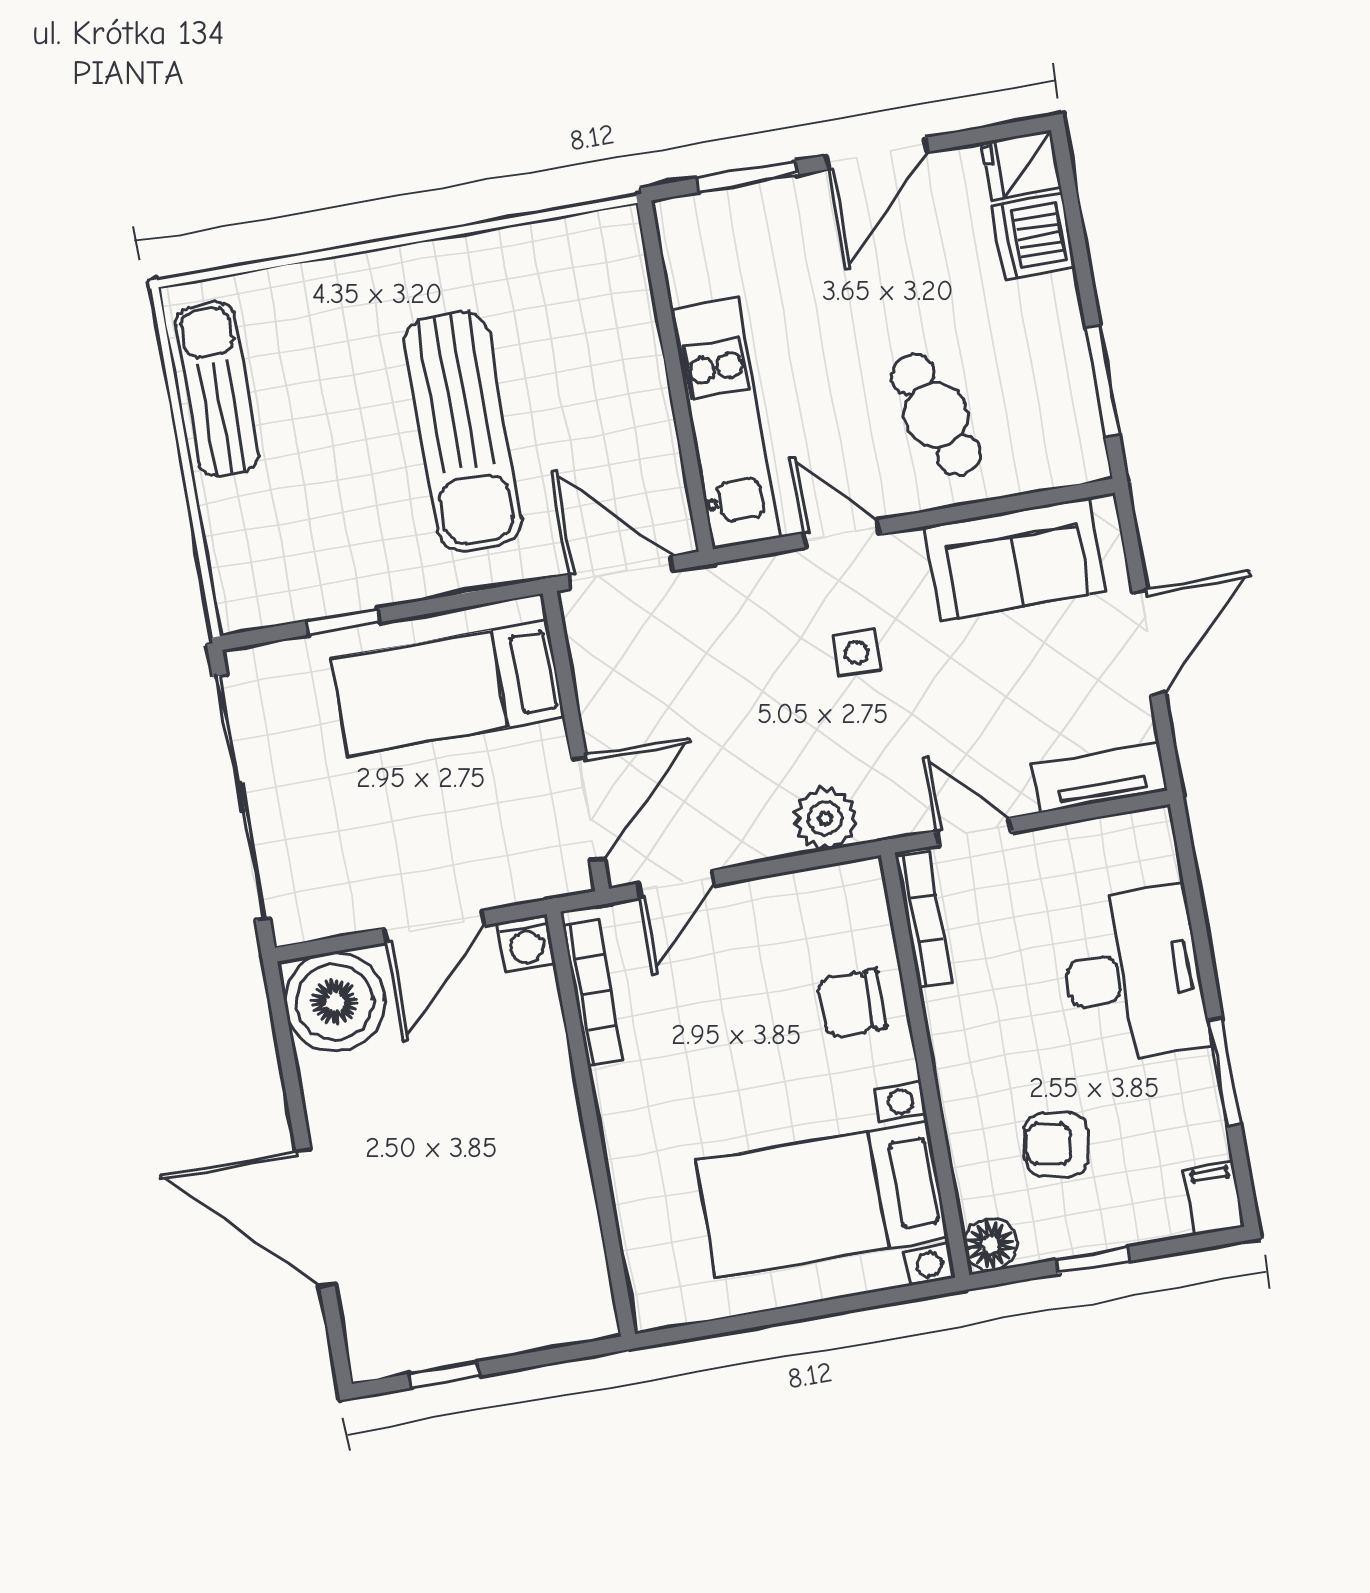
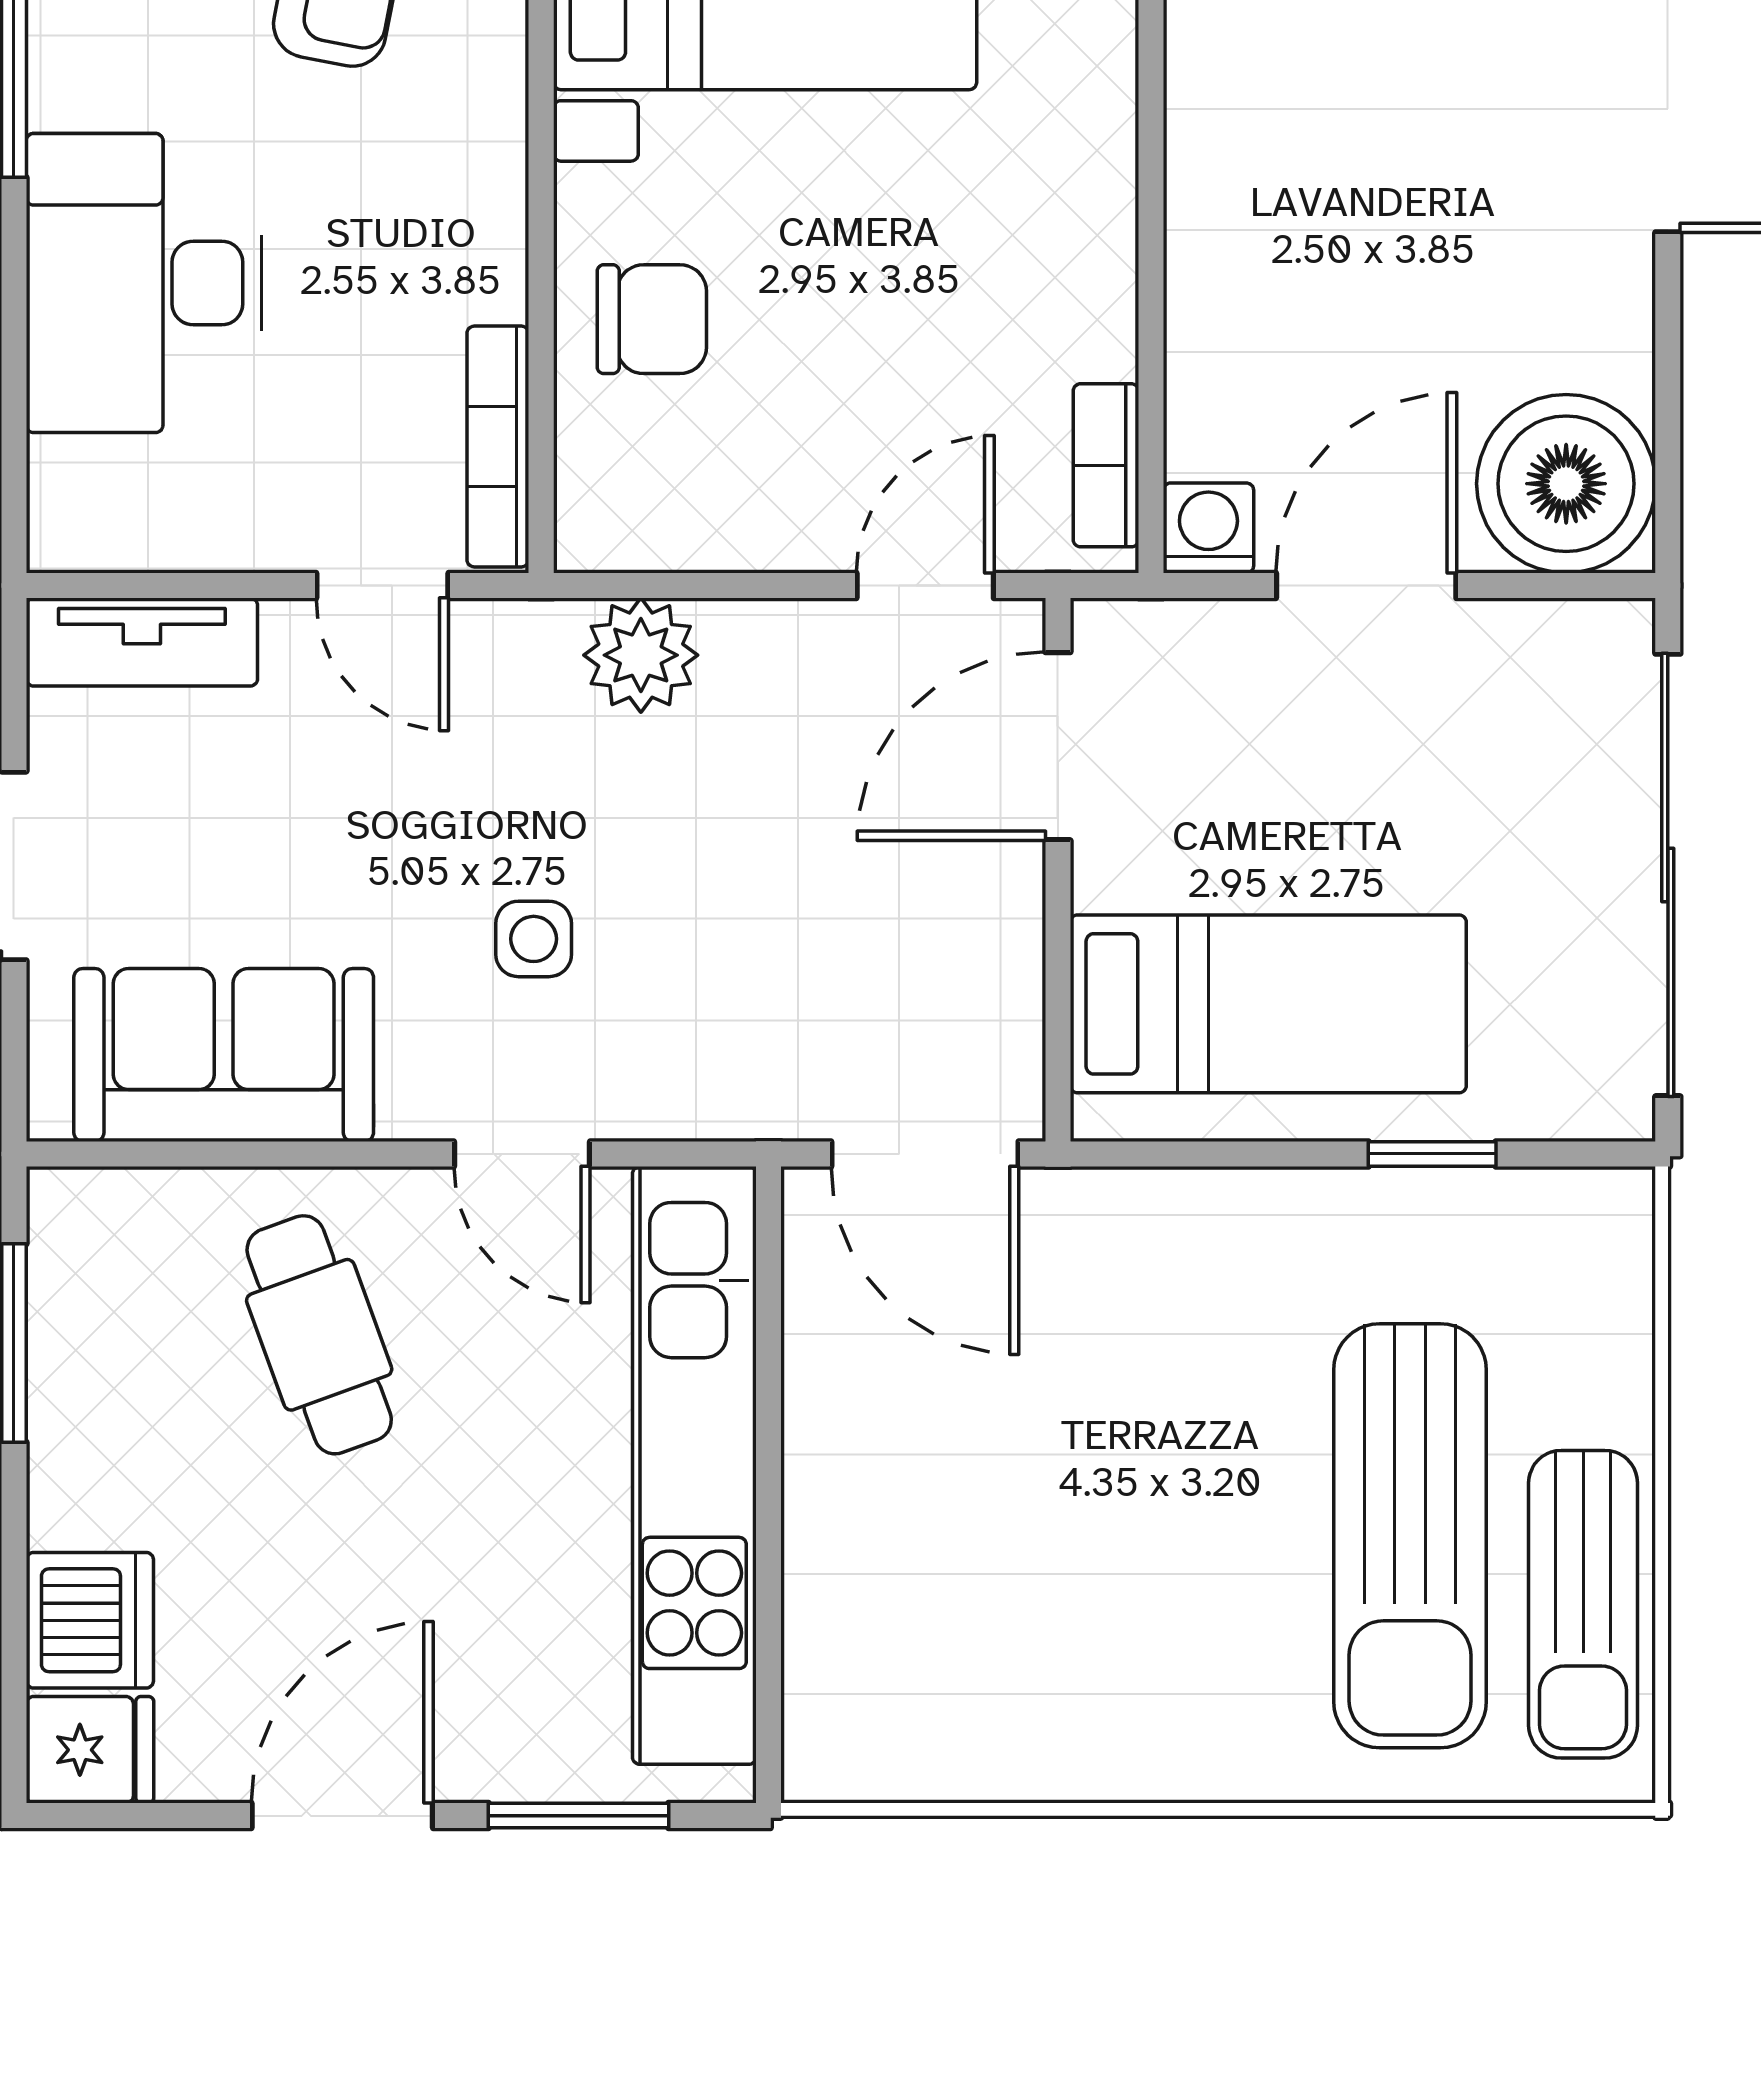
kitchen unit: (725, 423) -> (694, 1465), width x1.36
sun lounger: (463, 432) -> (1410, 1536), moved, turned 180
bookcase: (593, 993) -> (1106, 465), width x0.64

